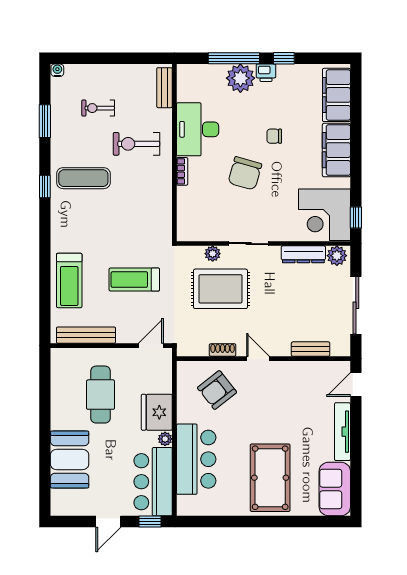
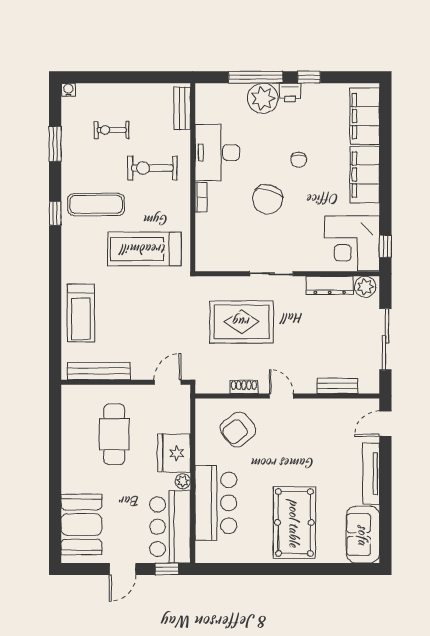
chair: (274, 136) -> (299, 160), turned -90
plant: (213, 254) -> (233, 285), removed
treadmill: (134, 280) -> (144, 249), moved, width x1.37, depth x1.38
booth: (70, 459) -> (81, 525), moved

